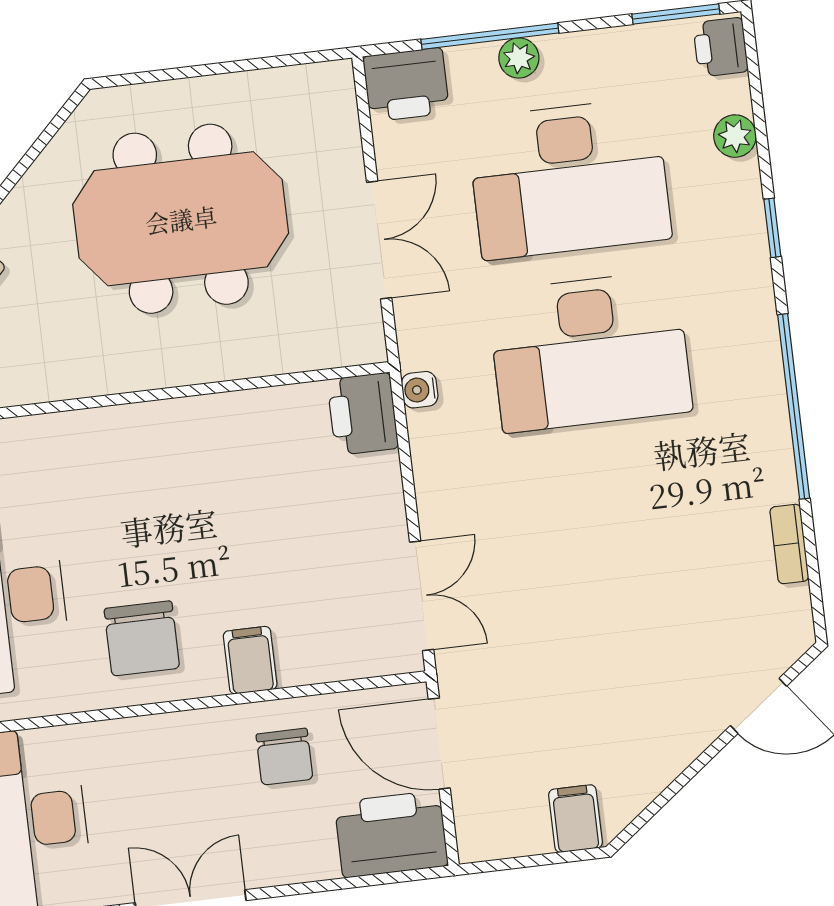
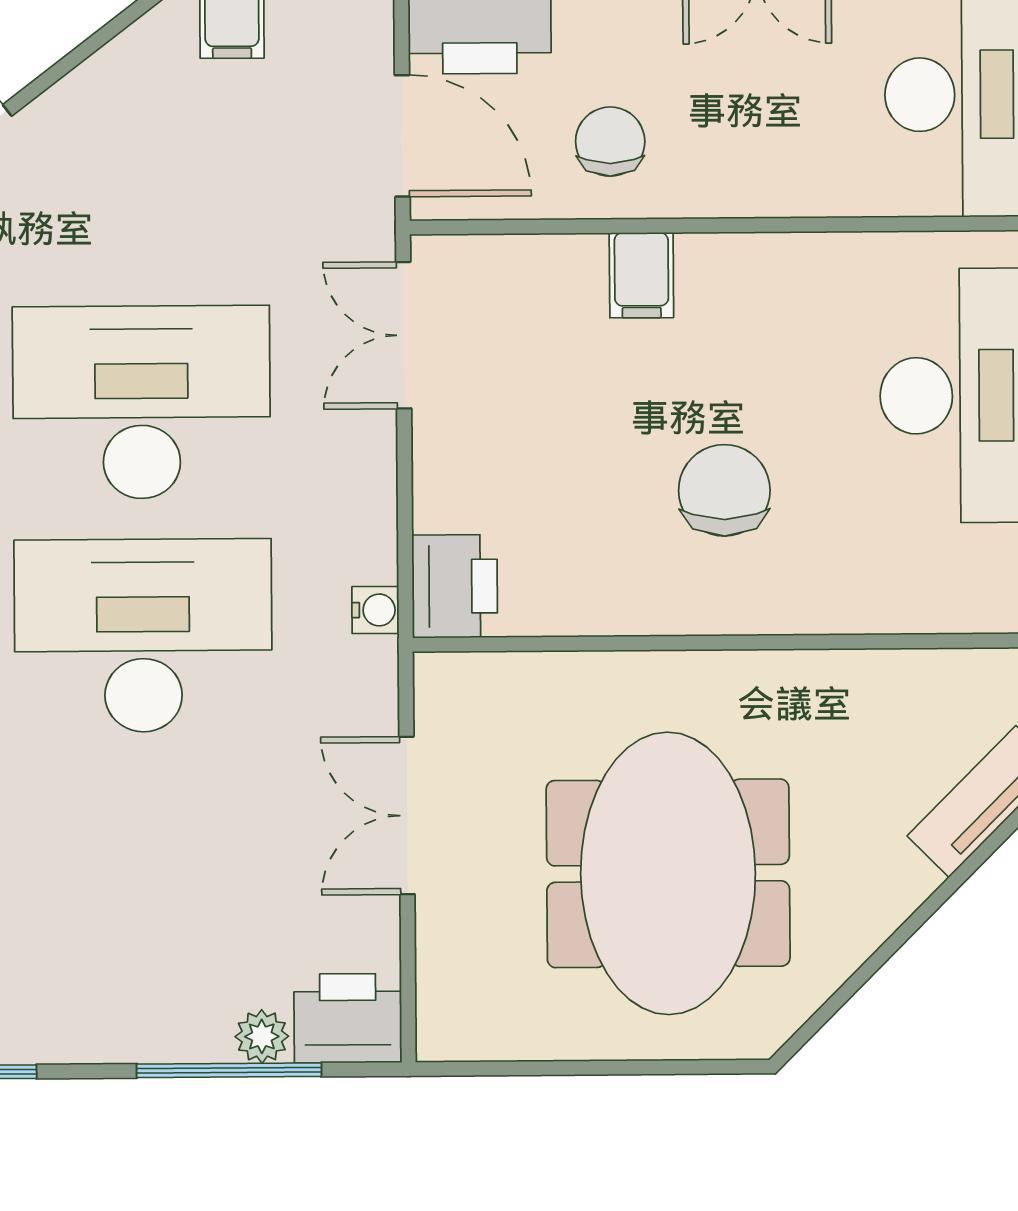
plant: (519, 58) -> (262, 1036), moved
desk: (569, 179) -> (142, 402), moved
meeting table: (181, 219) -> (668, 873), turned 90
chair: (142, 638) -> (724, 490), moved

